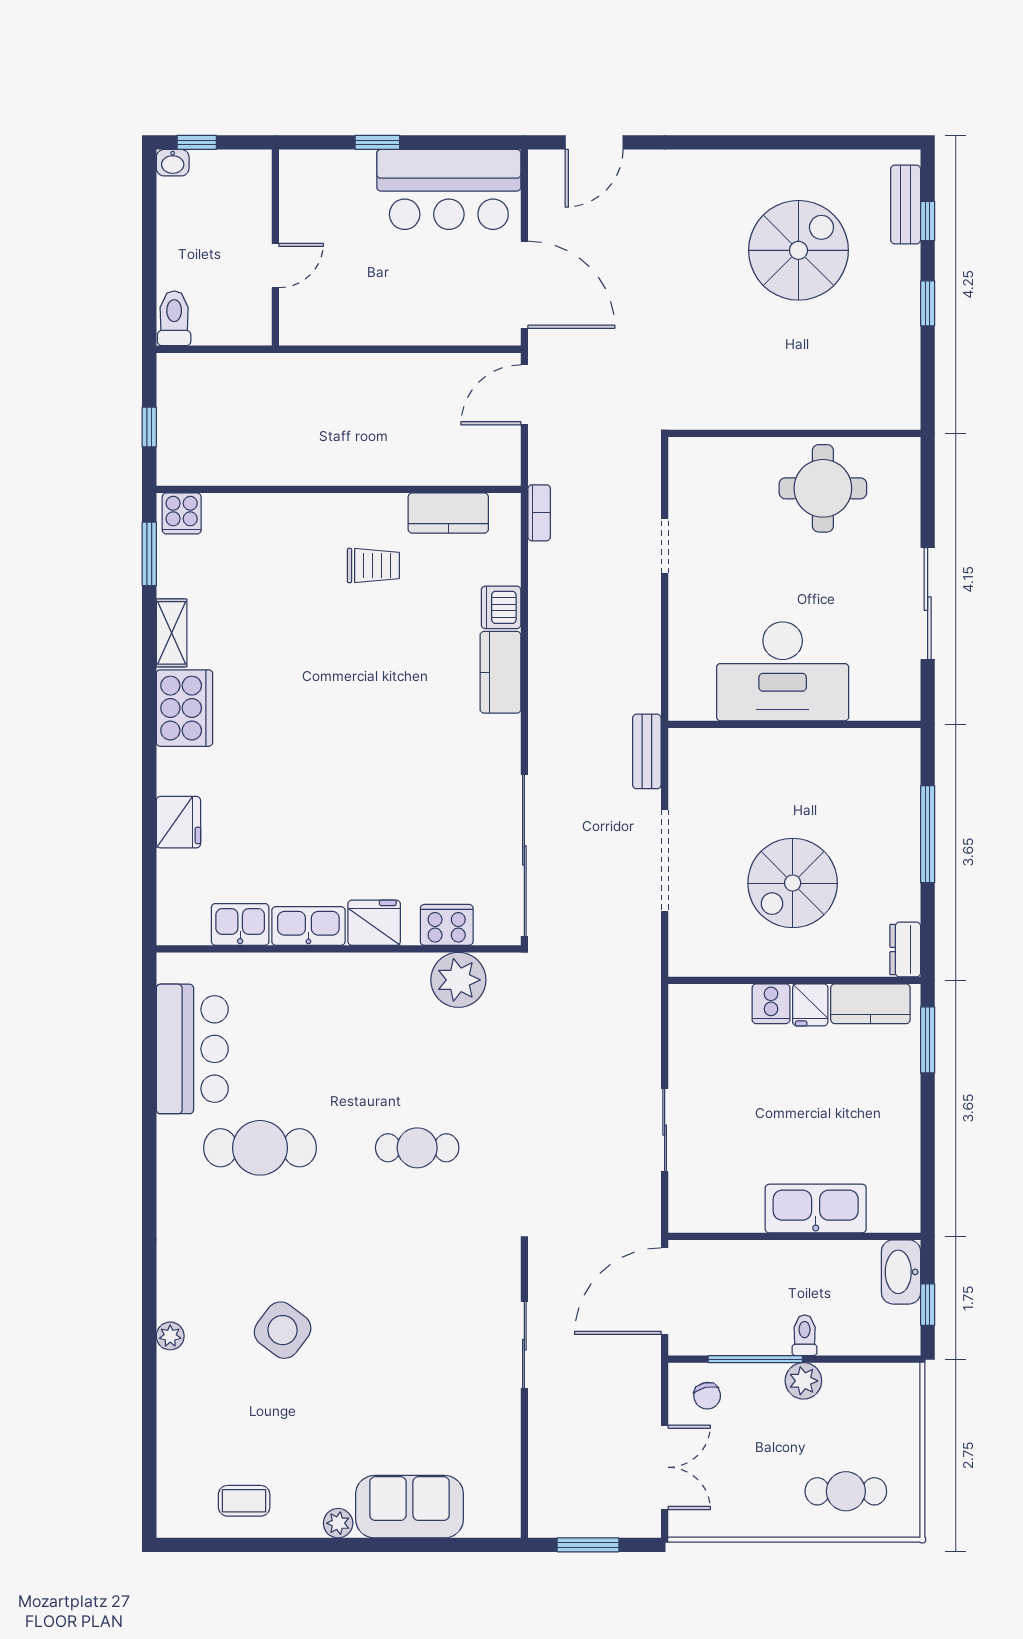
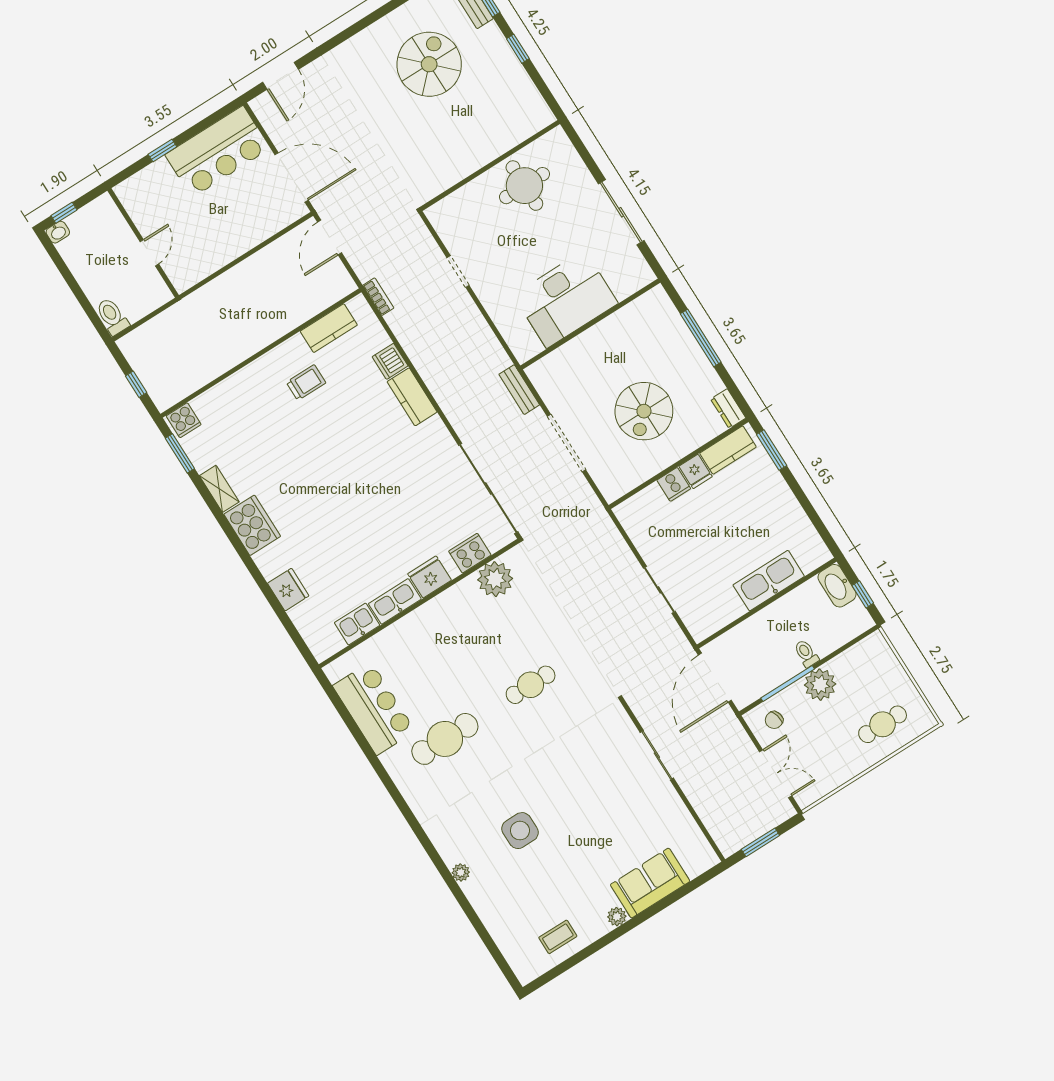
side table: (283, 1330) -> (520, 831), turned -37
plant: (803, 1381) -> (820, 685), width x1.36, depth x1.36
chair: (707, 1396) -> (774, 720), turned 89

